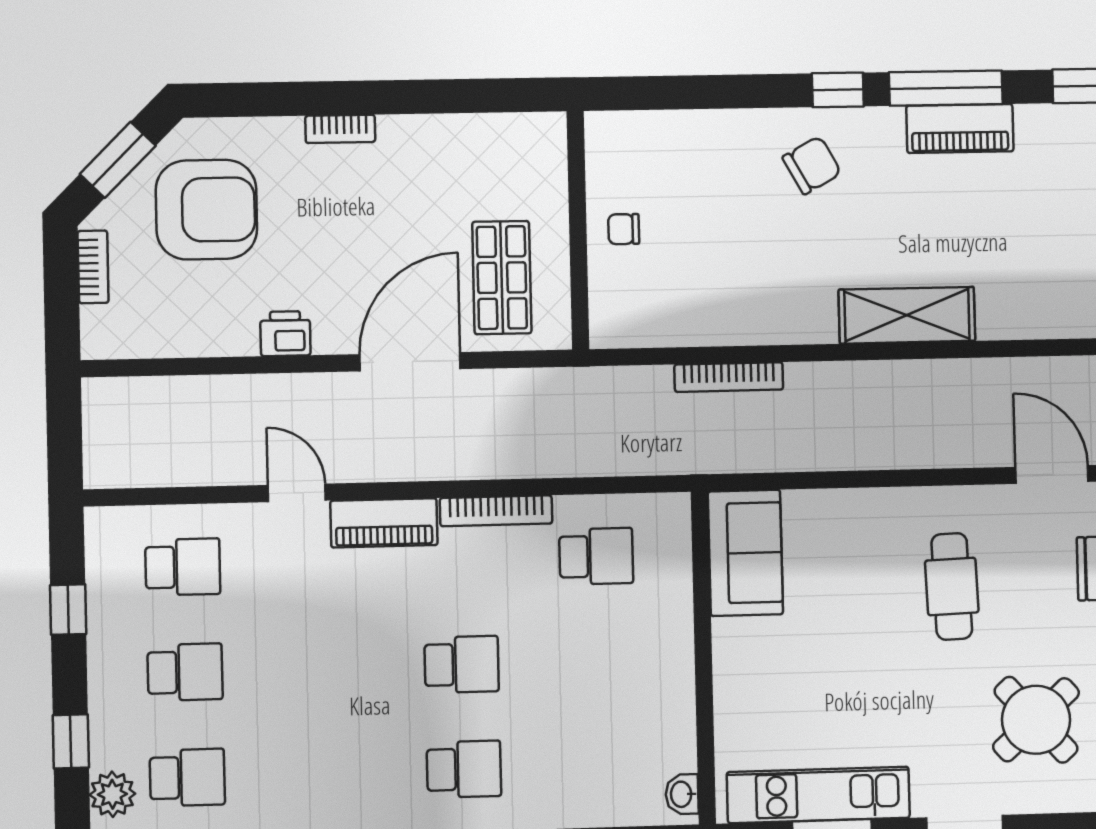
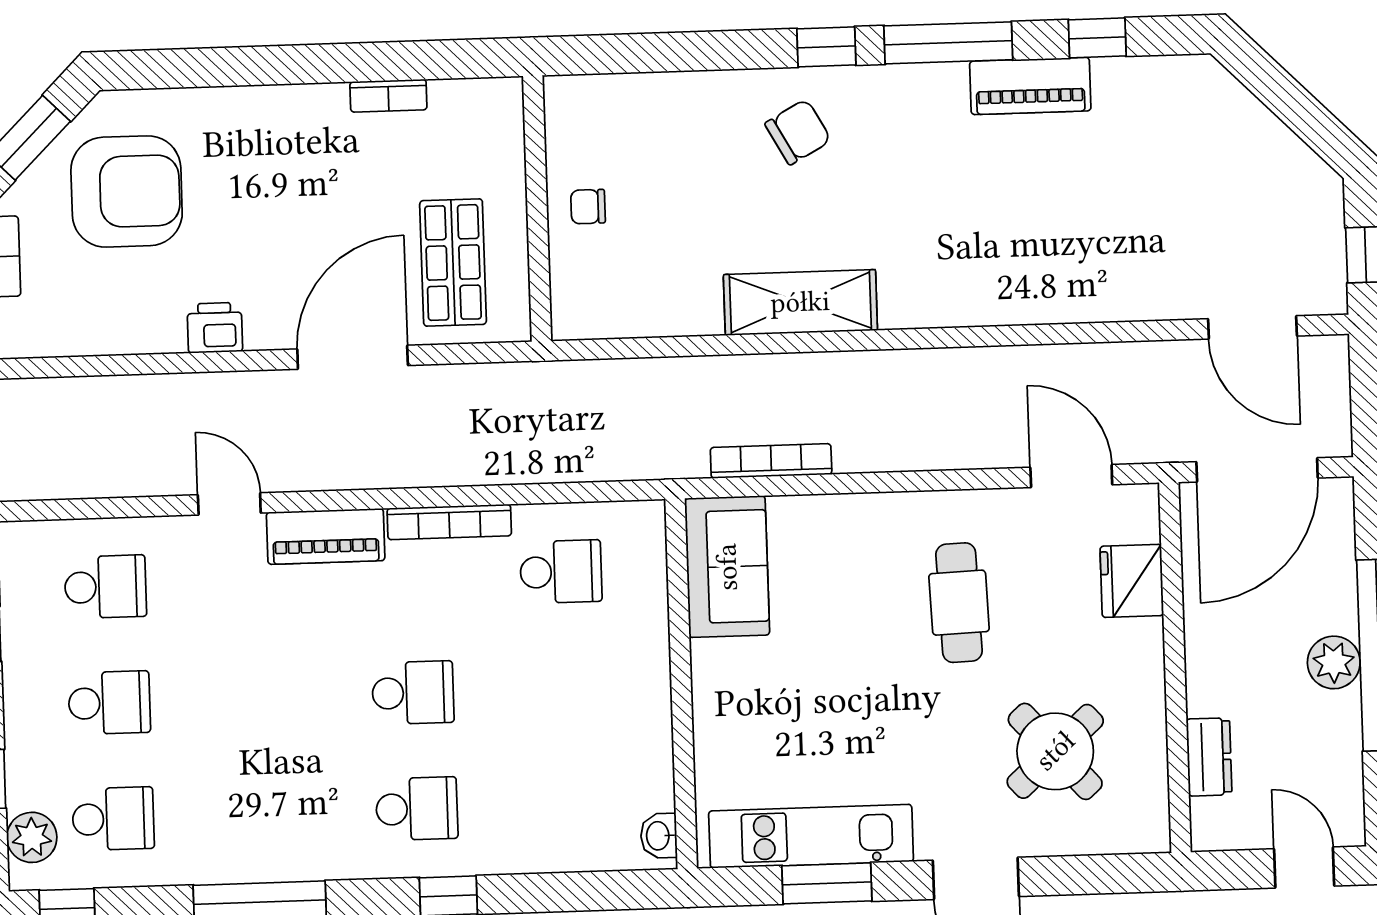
bookcase: (340, 129) -> (388, 96), moved
piano: (960, 129) -> (1030, 86), moved
shelving: (907, 315) -> (800, 302), moved
bookcase: (729, 377) -> (771, 461), moved, turned 180

